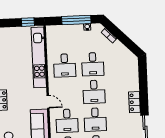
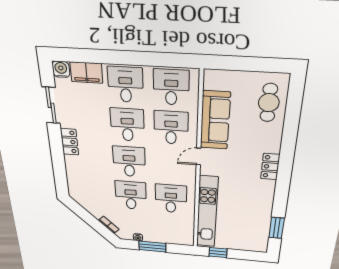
window: (76, 20) -> (152, 246), width x0.69
door: (48, 102) -> (199, 157), hinge flipped

